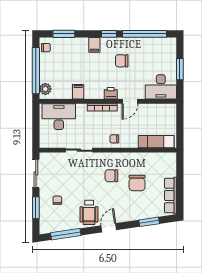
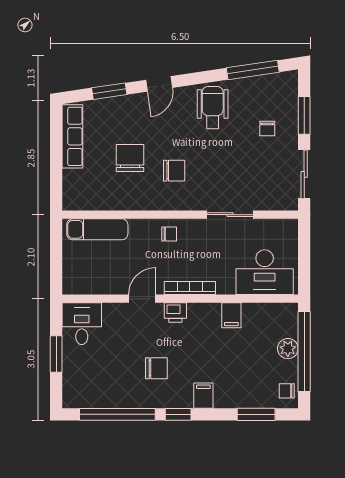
desk: (161, 87) -> (82, 324), width x0.73
plant: (45, 89) -> (288, 349), moved
door: (109, 228) -> (159, 84), moved

